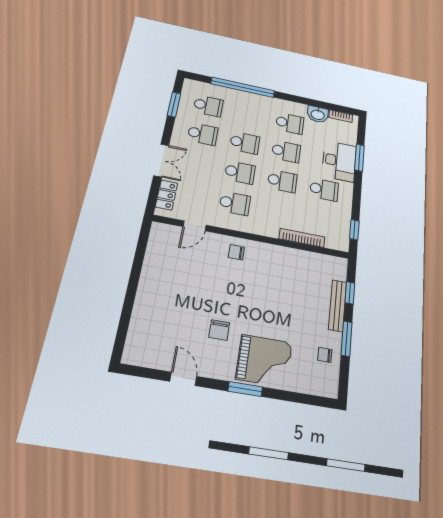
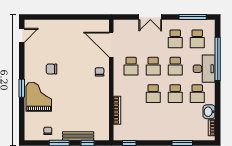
window: (174, 105) -> (193, 17), width x1.44
desk: (339, 161) -> (204, 69), moved, turned -90
school desk: (324, 190) -> (153, 121), removed
locker: (166, 195) -> (128, 25), removed
door: (195, 226) -> (111, 45), width x1.88
grand piano: (264, 361) -> (39, 97), turned 180
door: (183, 379) -> (22, 35), moved

